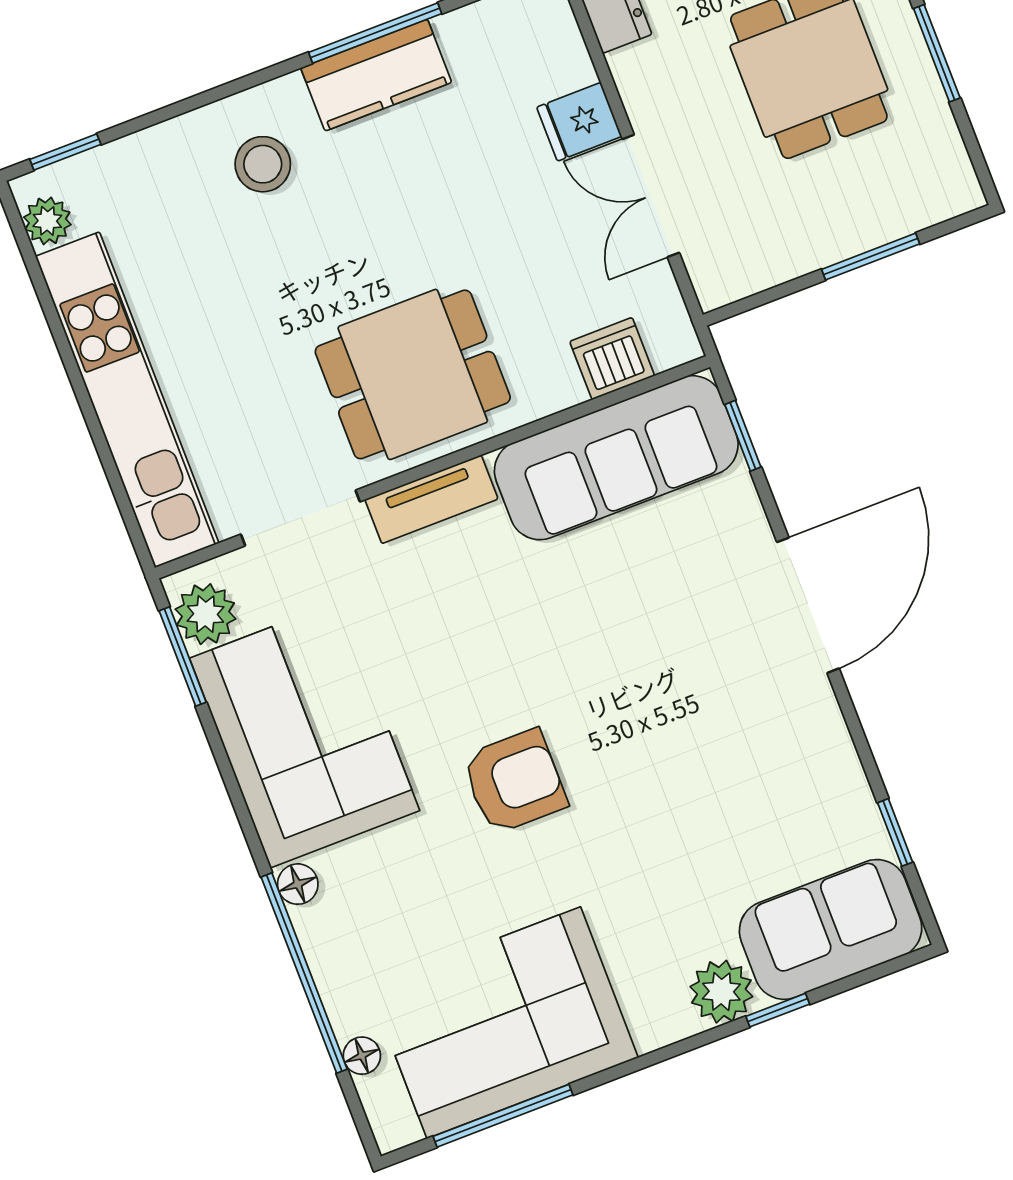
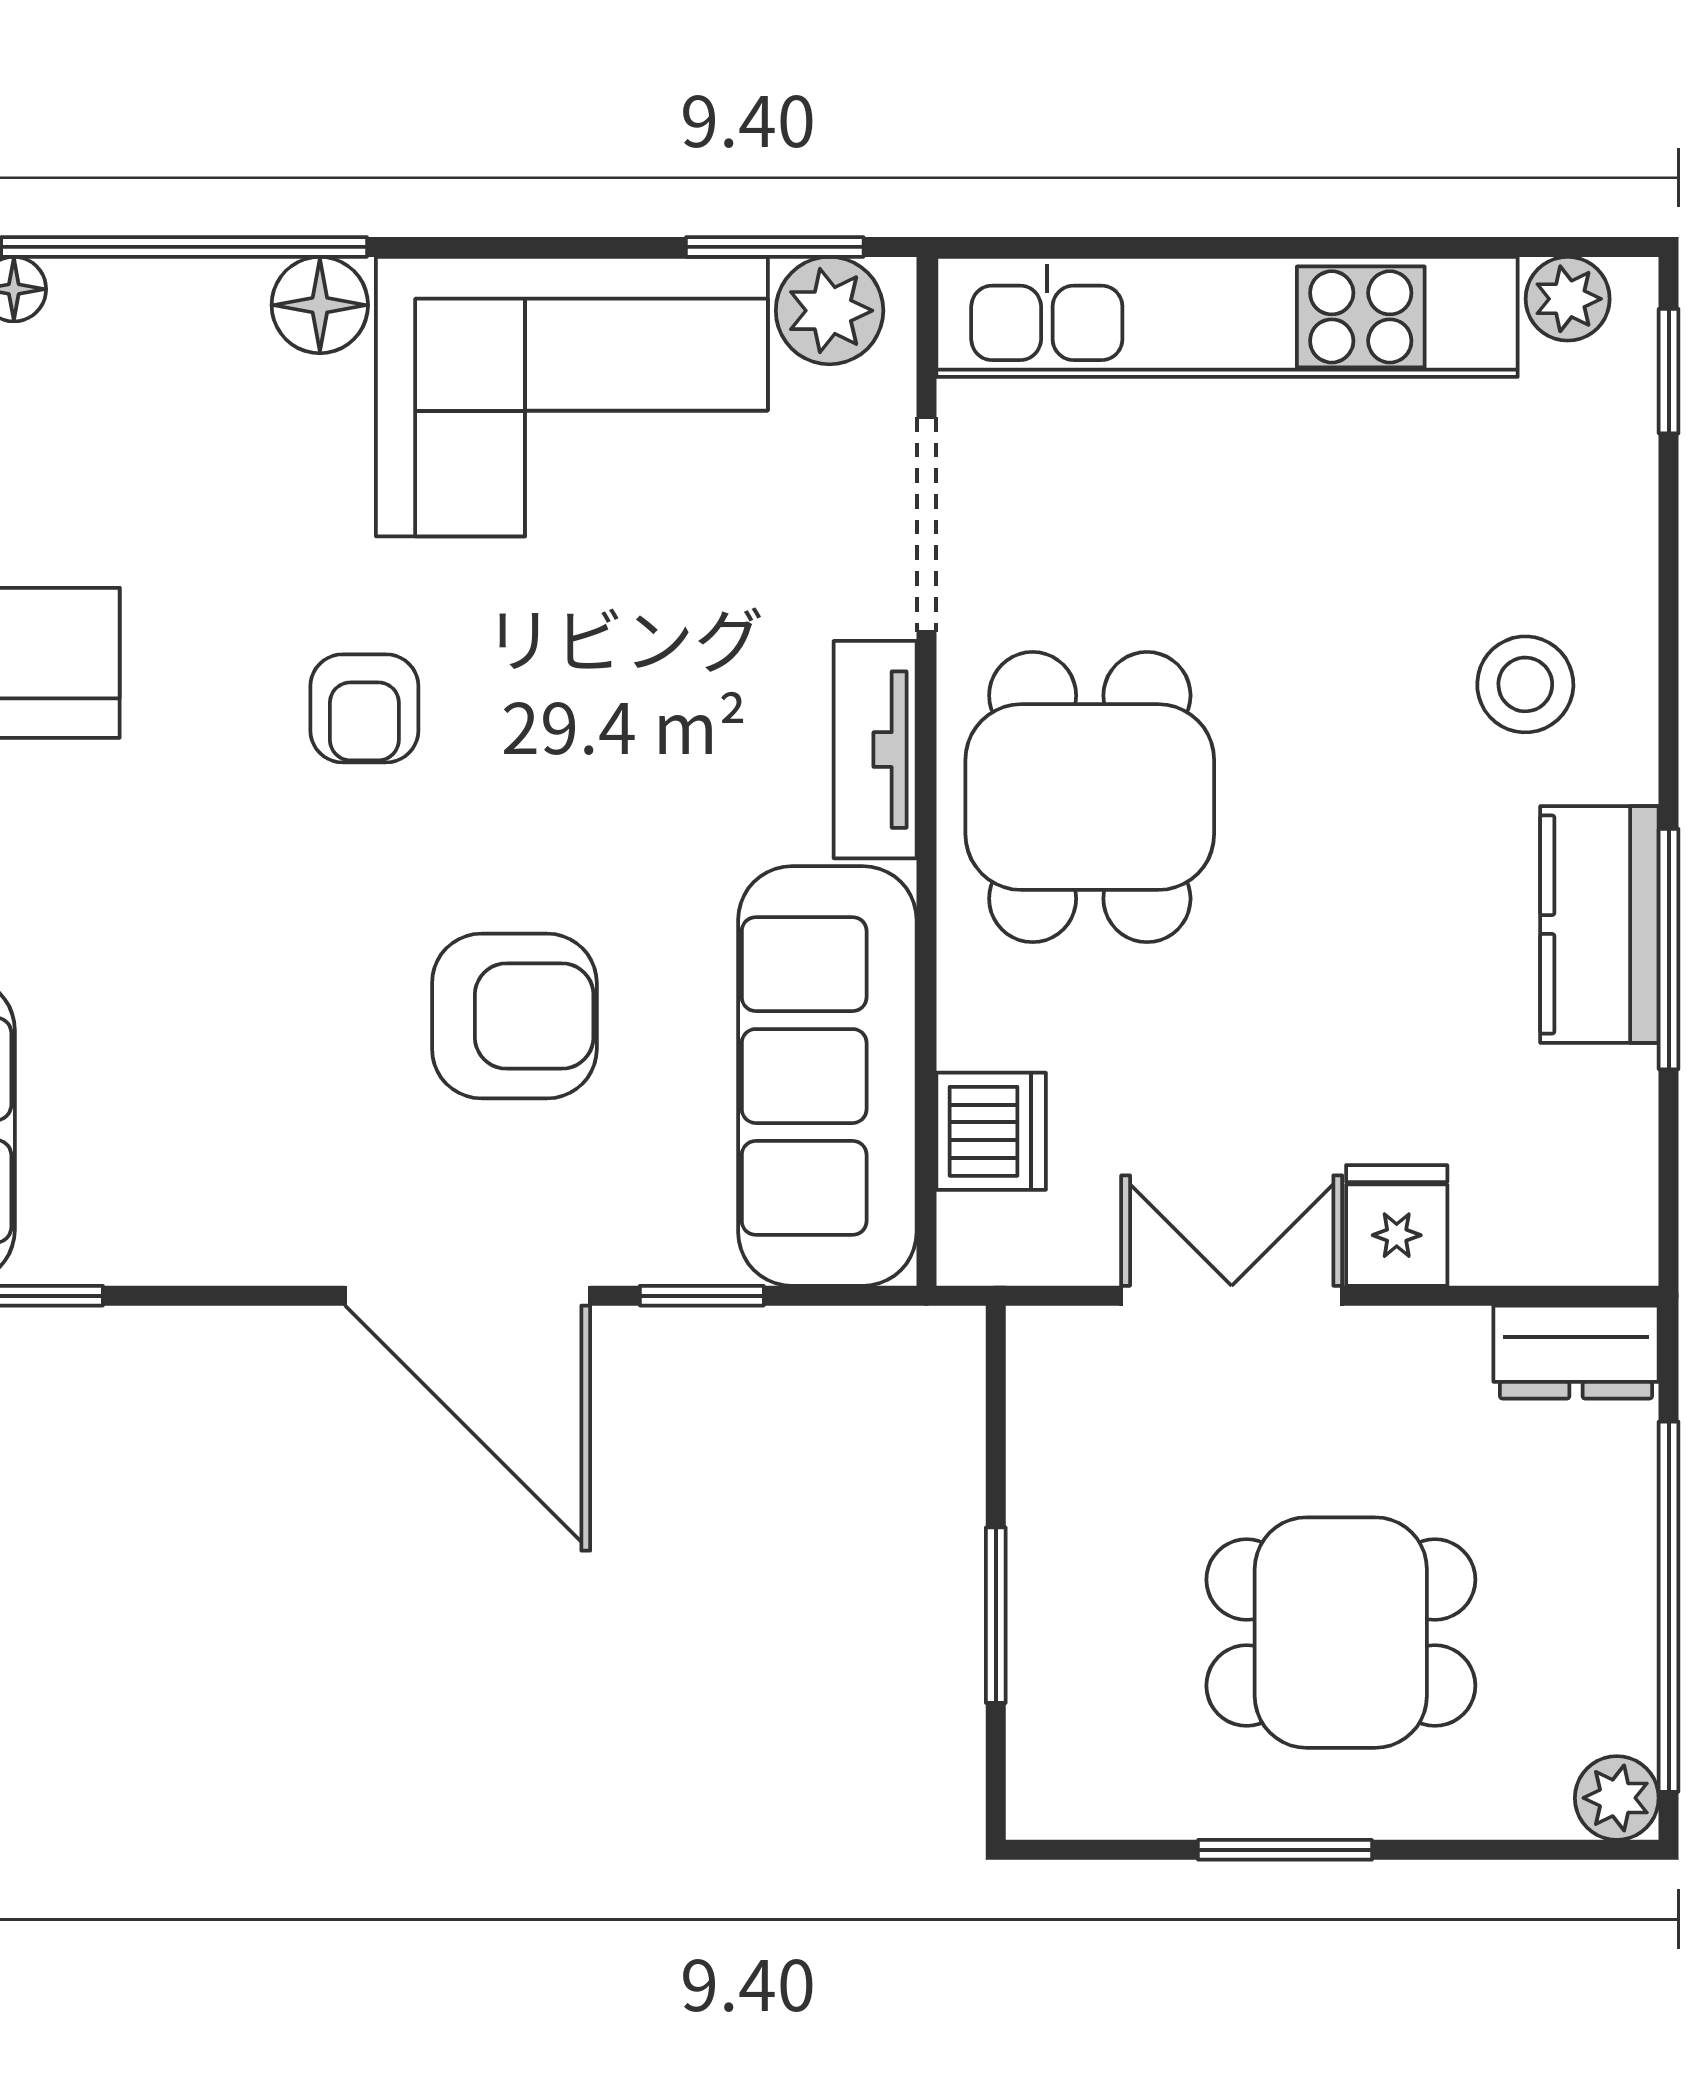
window: (743, 436) -> (702, 1296), moved
armchair: (648, 638) -> (514, 1016), added
armchair: (514, 782) -> (364, 708), width x0.72, depth x0.72
floor lamp: (298, 884) -> (320, 305), width x1.37, depth x1.37

